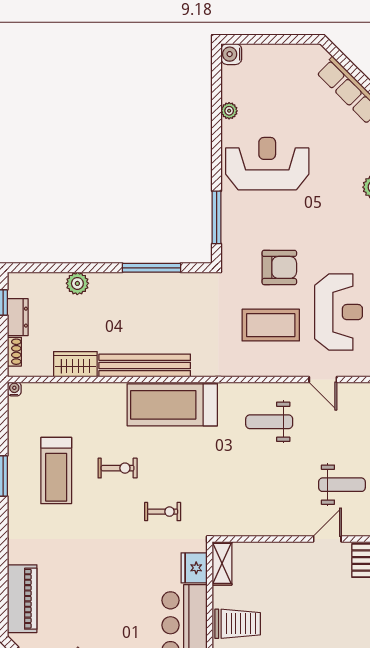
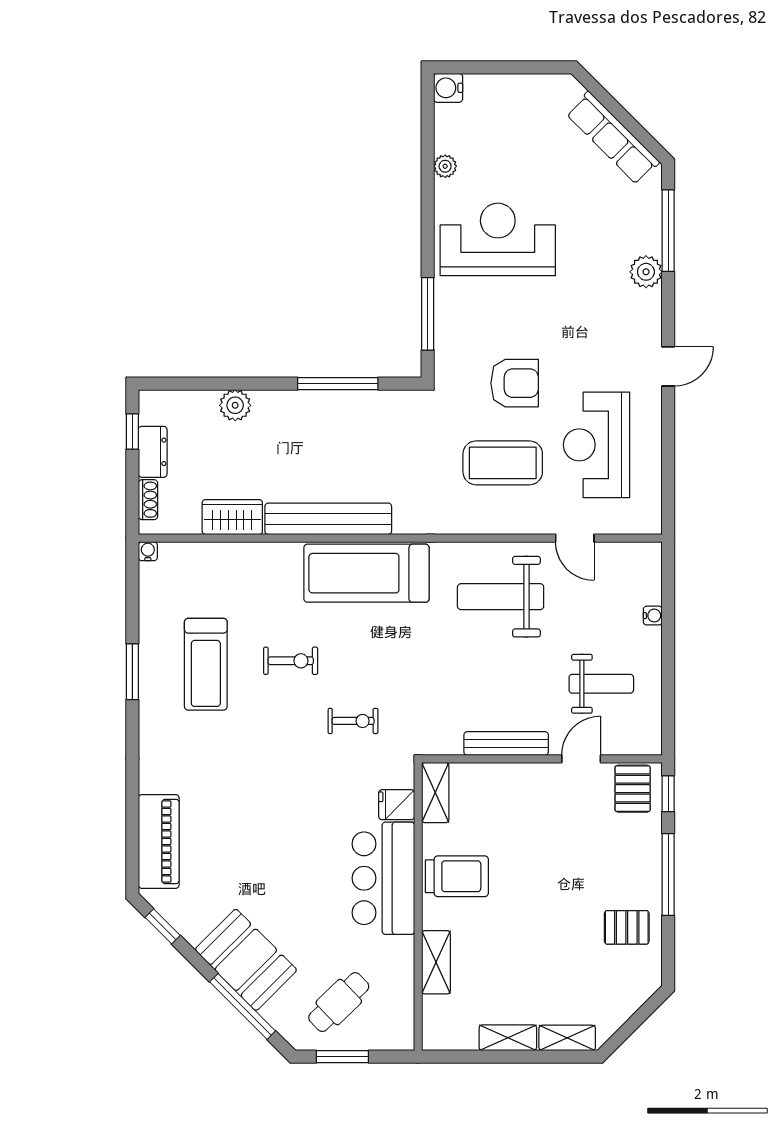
reception desk: (339, 312) -> (597, 445), turned 180
weight bench: (269, 422) -> (501, 597), width x1.36, depth x1.33
bench: (273, 528) -> (506, 743), added
fridge: (194, 568) -> (397, 805), width x0.72

